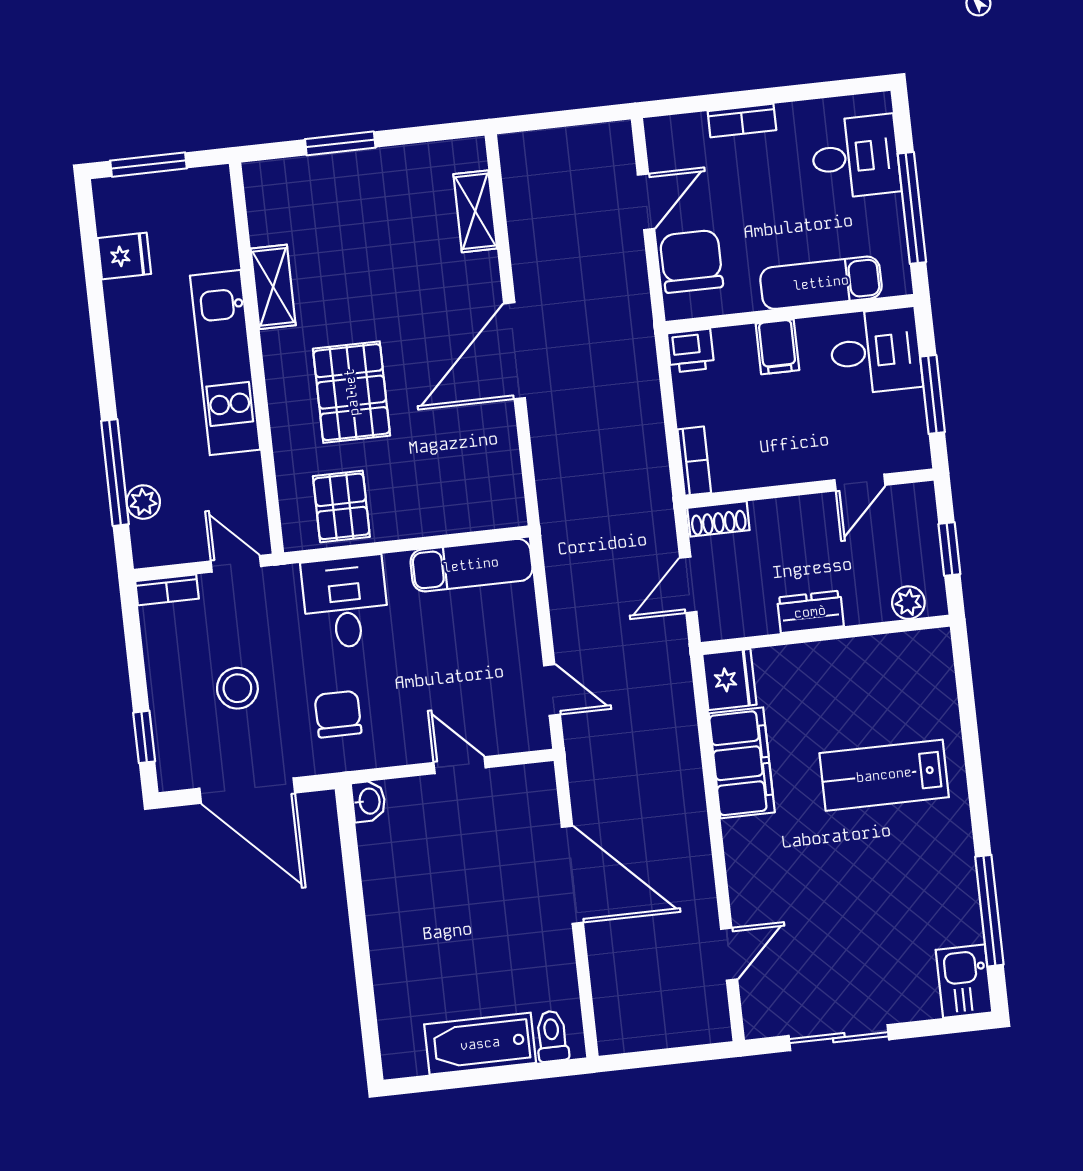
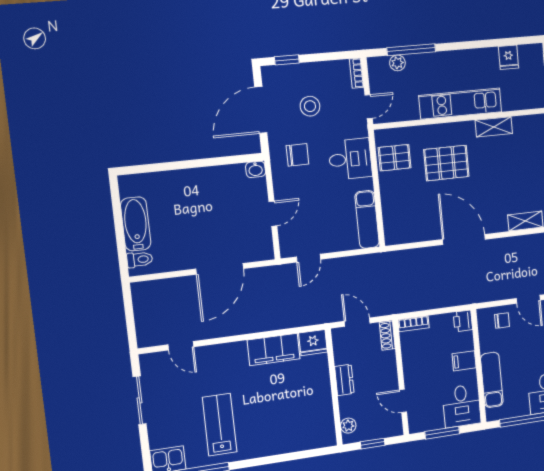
chair: (691, 261) -> (502, 320), width x0.54, depth x0.54
lab bench: (884, 775) -> (220, 425), moved

